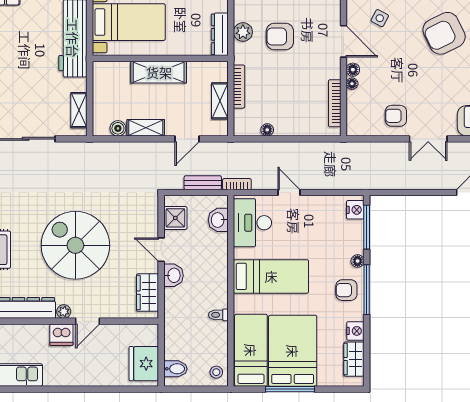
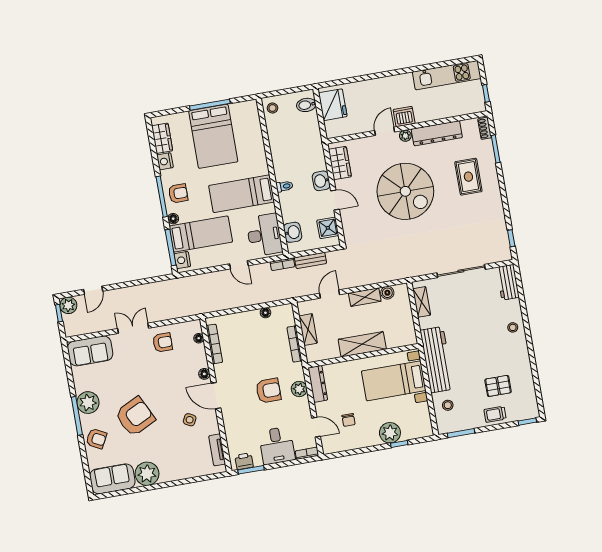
floor lamp: (352, 84) -> (199, 338), moved
toilet: (218, 315) -> (284, 186), moved
bed: (251, 350) -> (201, 234), moved, turned -90

